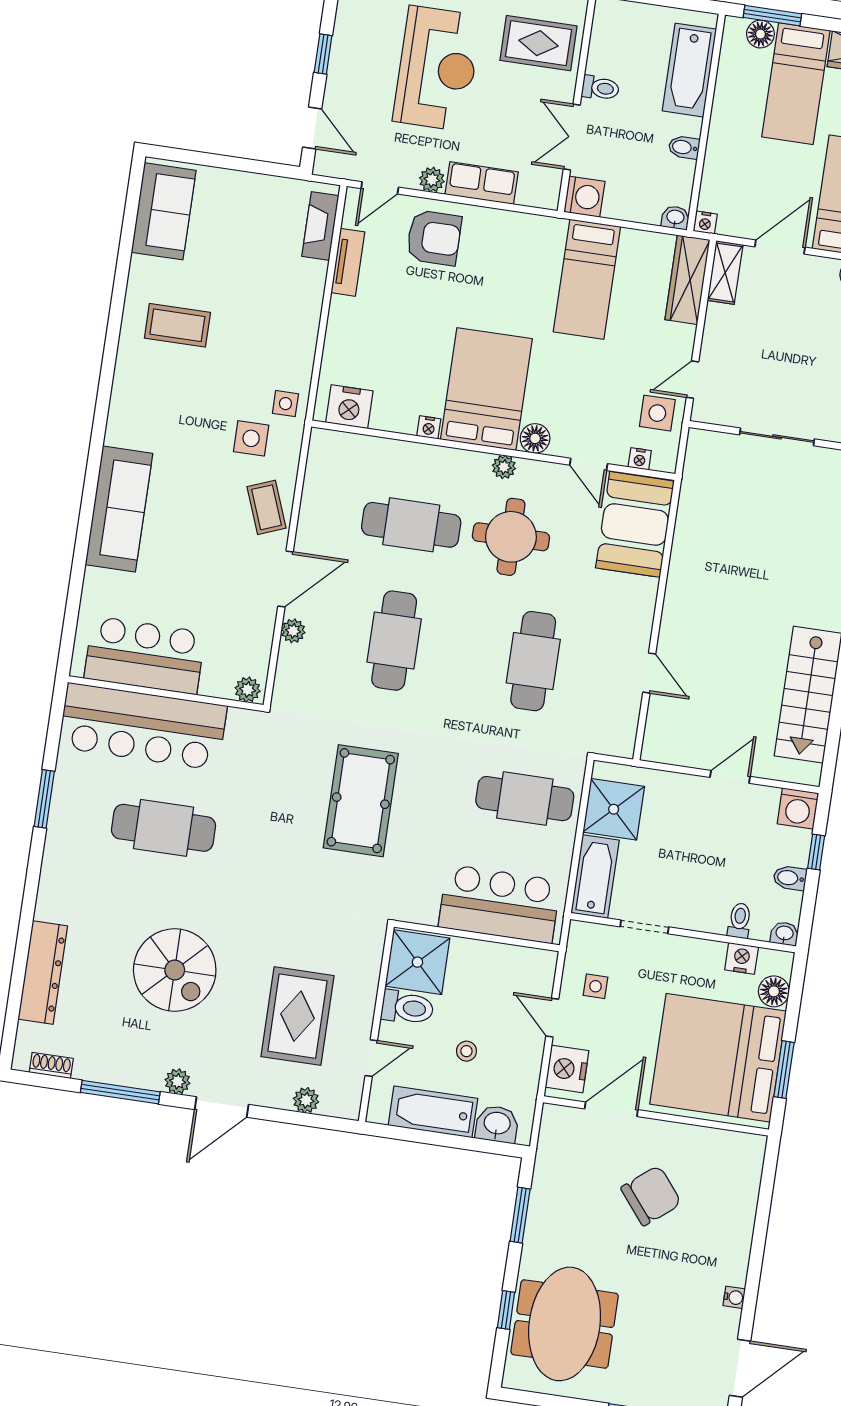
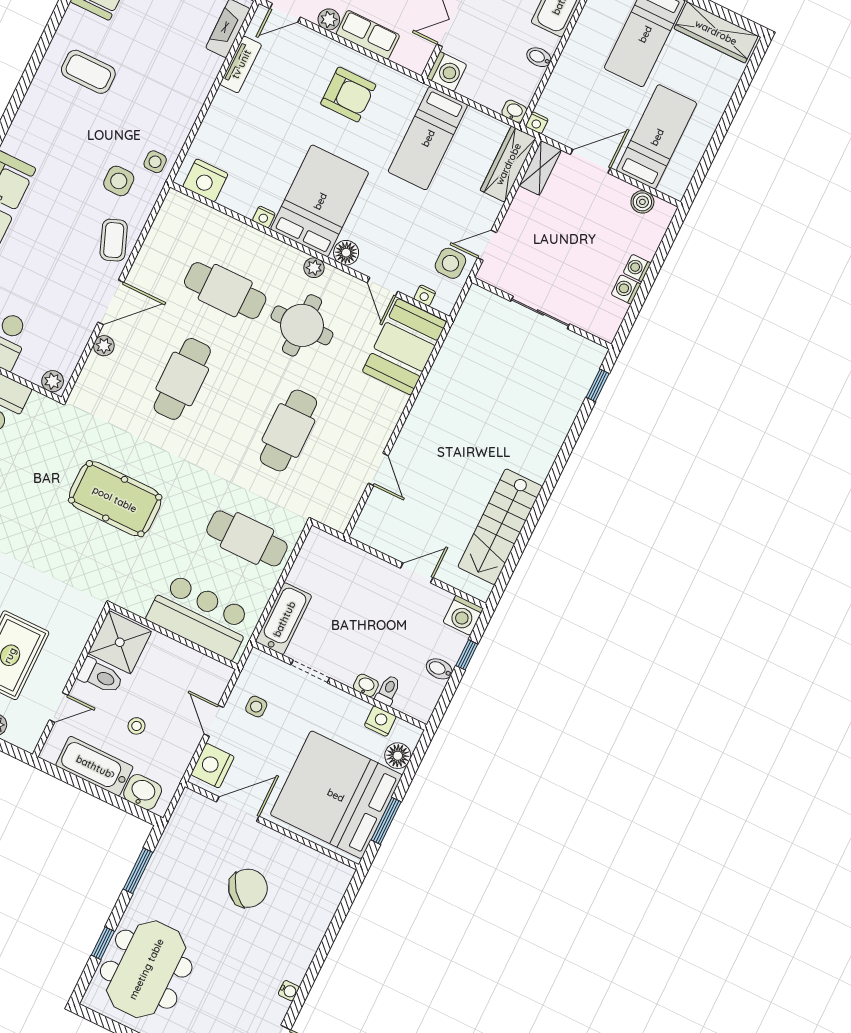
armchair: (434, 238) -> (348, 94), moved
pool table: (361, 801) -> (115, 499), turned 90
shower: (614, 809) -> (315, 569), removed
washbasin: (784, 934) -> (366, 685), moved

